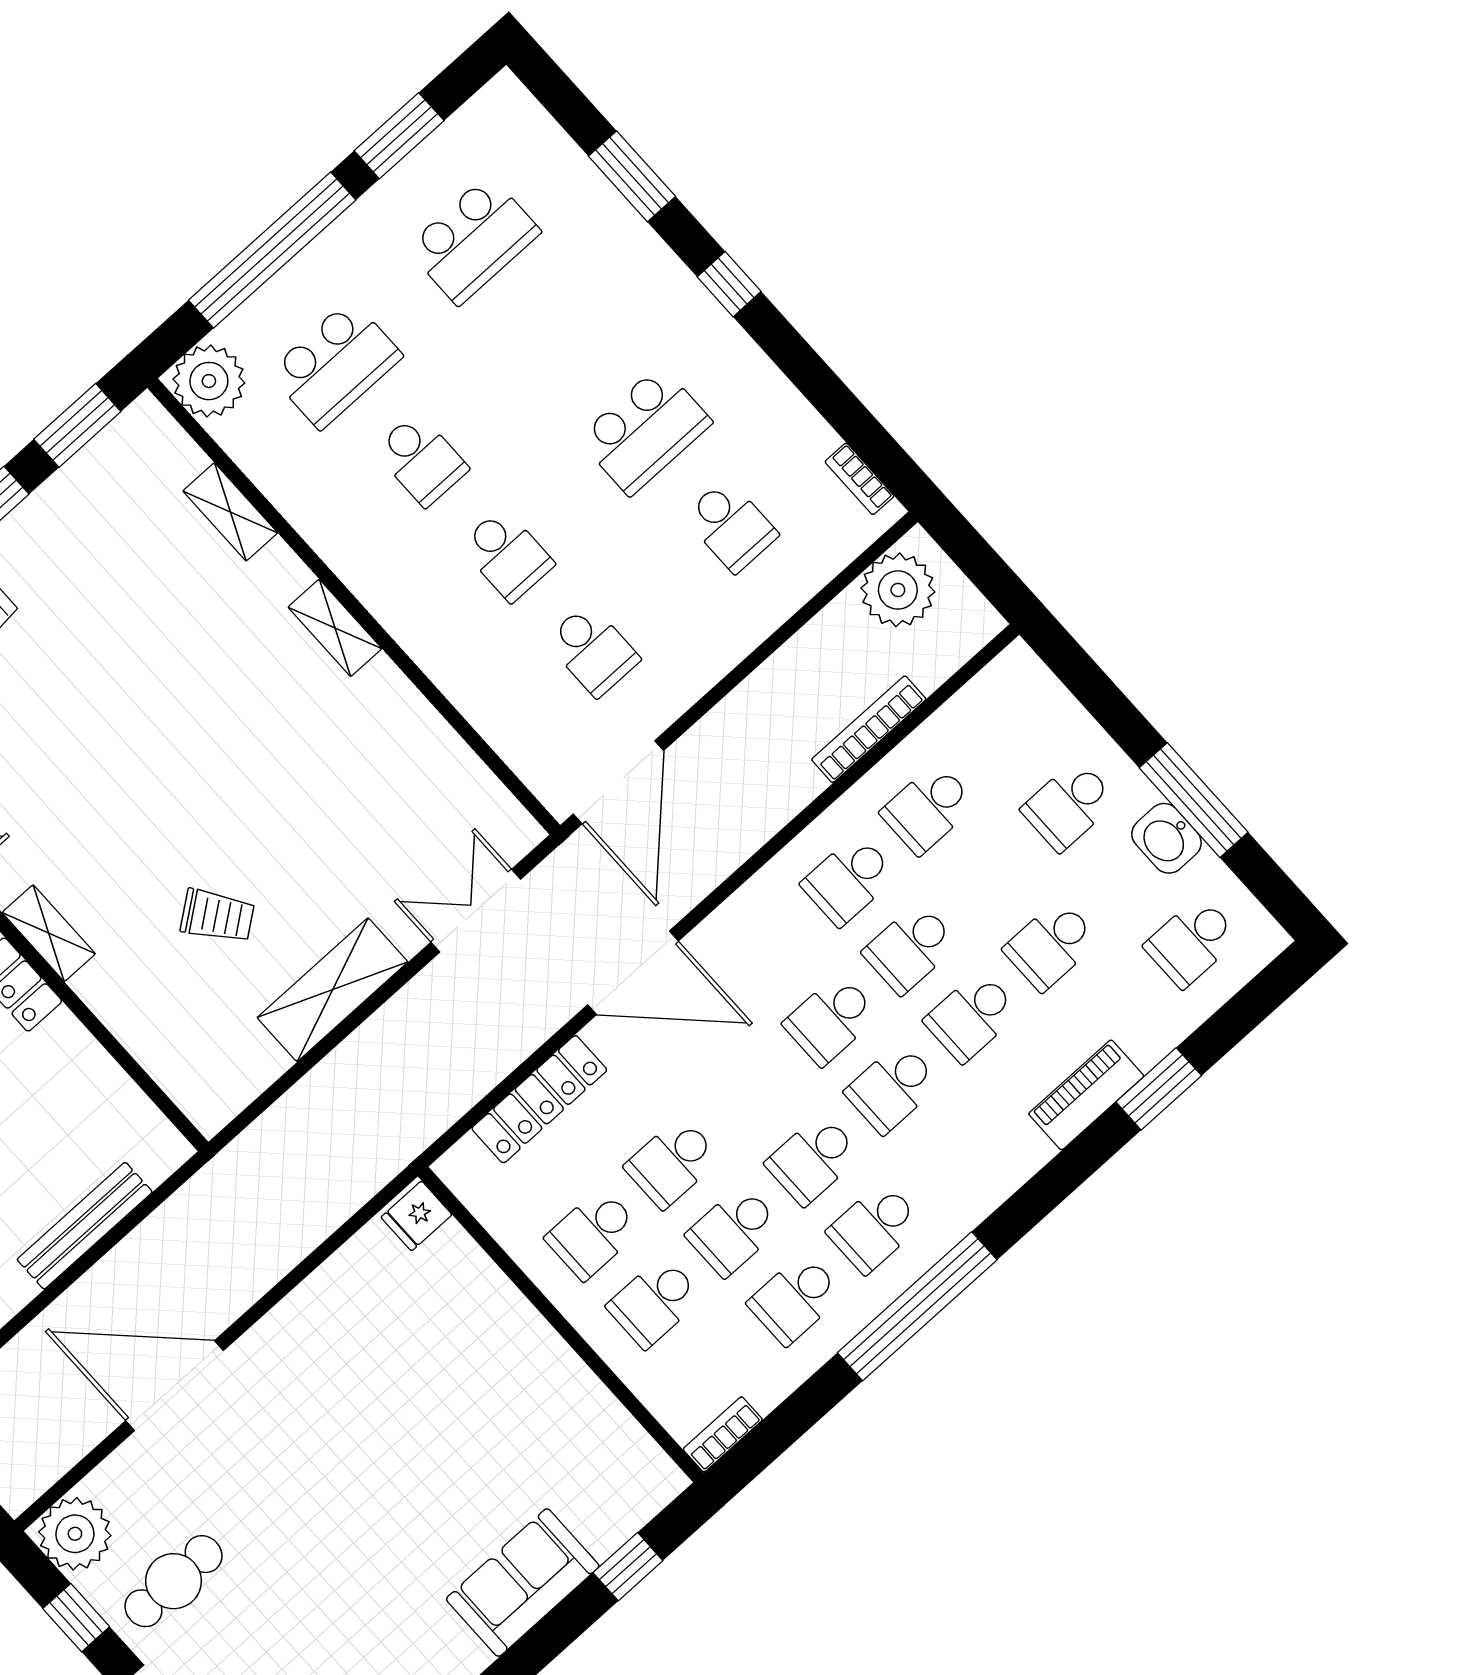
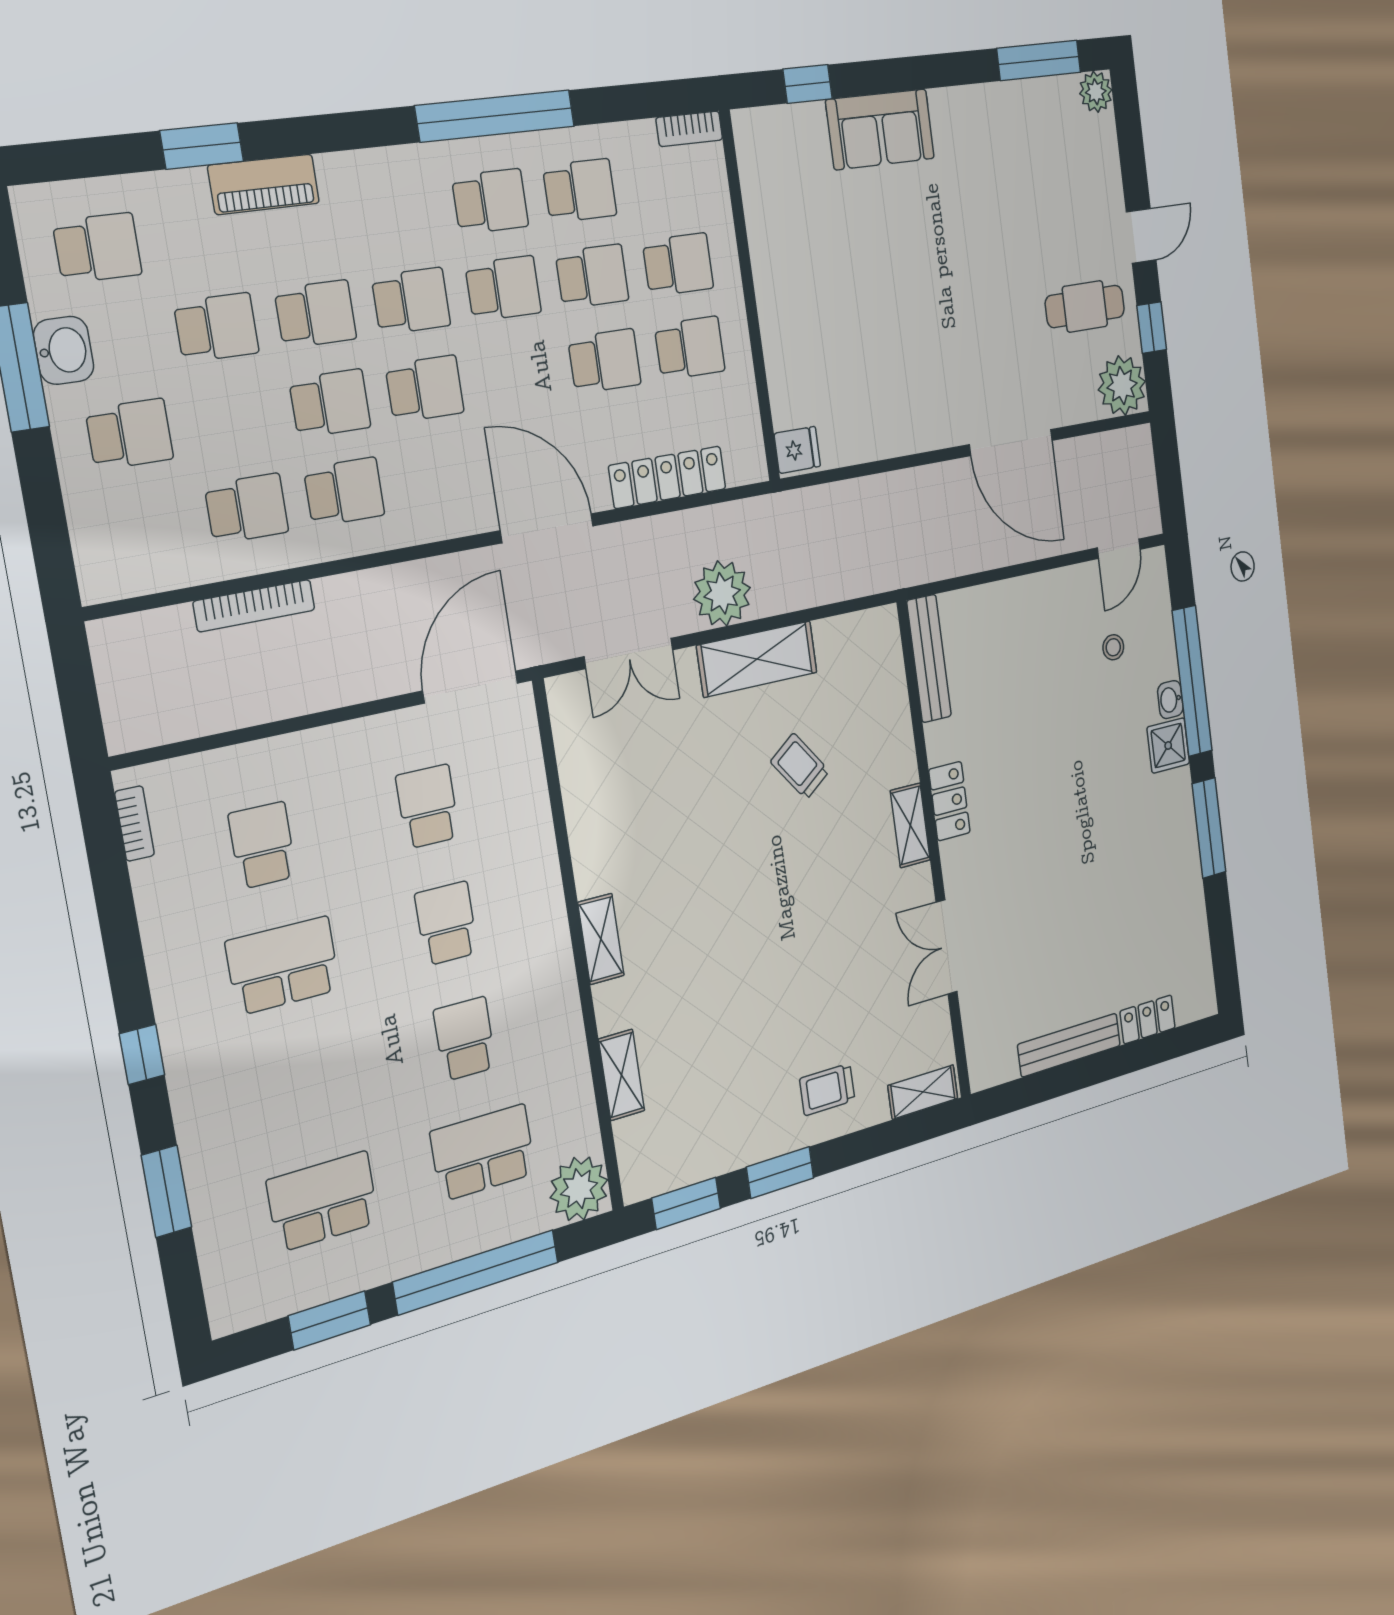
plant: (898, 590) -> (722, 593), moved
bench: (85, 1226) -> (929, 659), moved, turned 90

